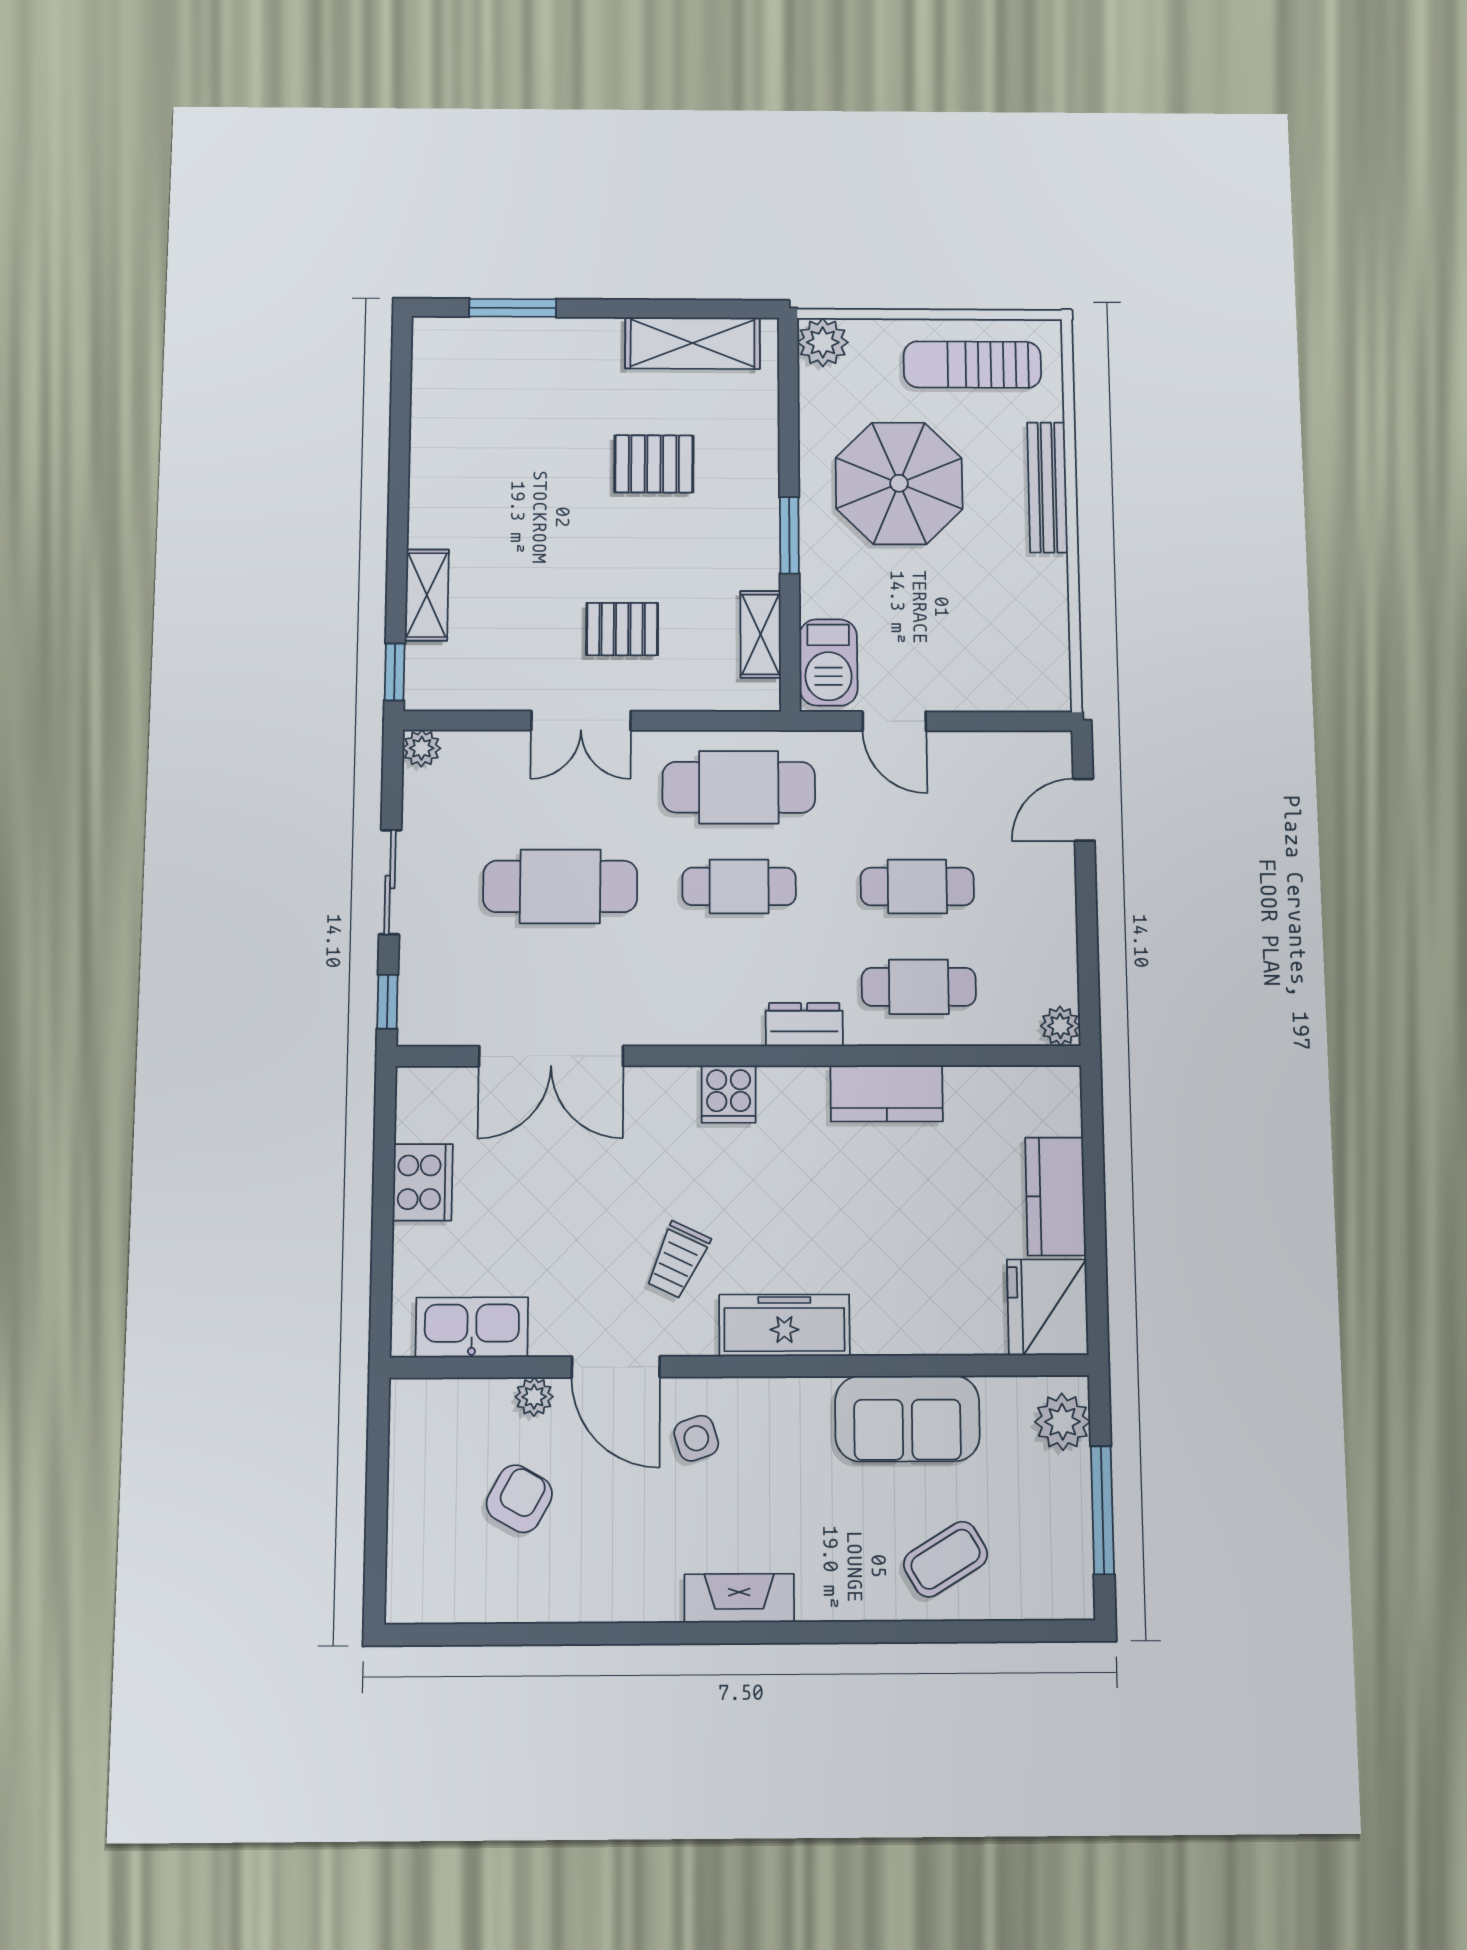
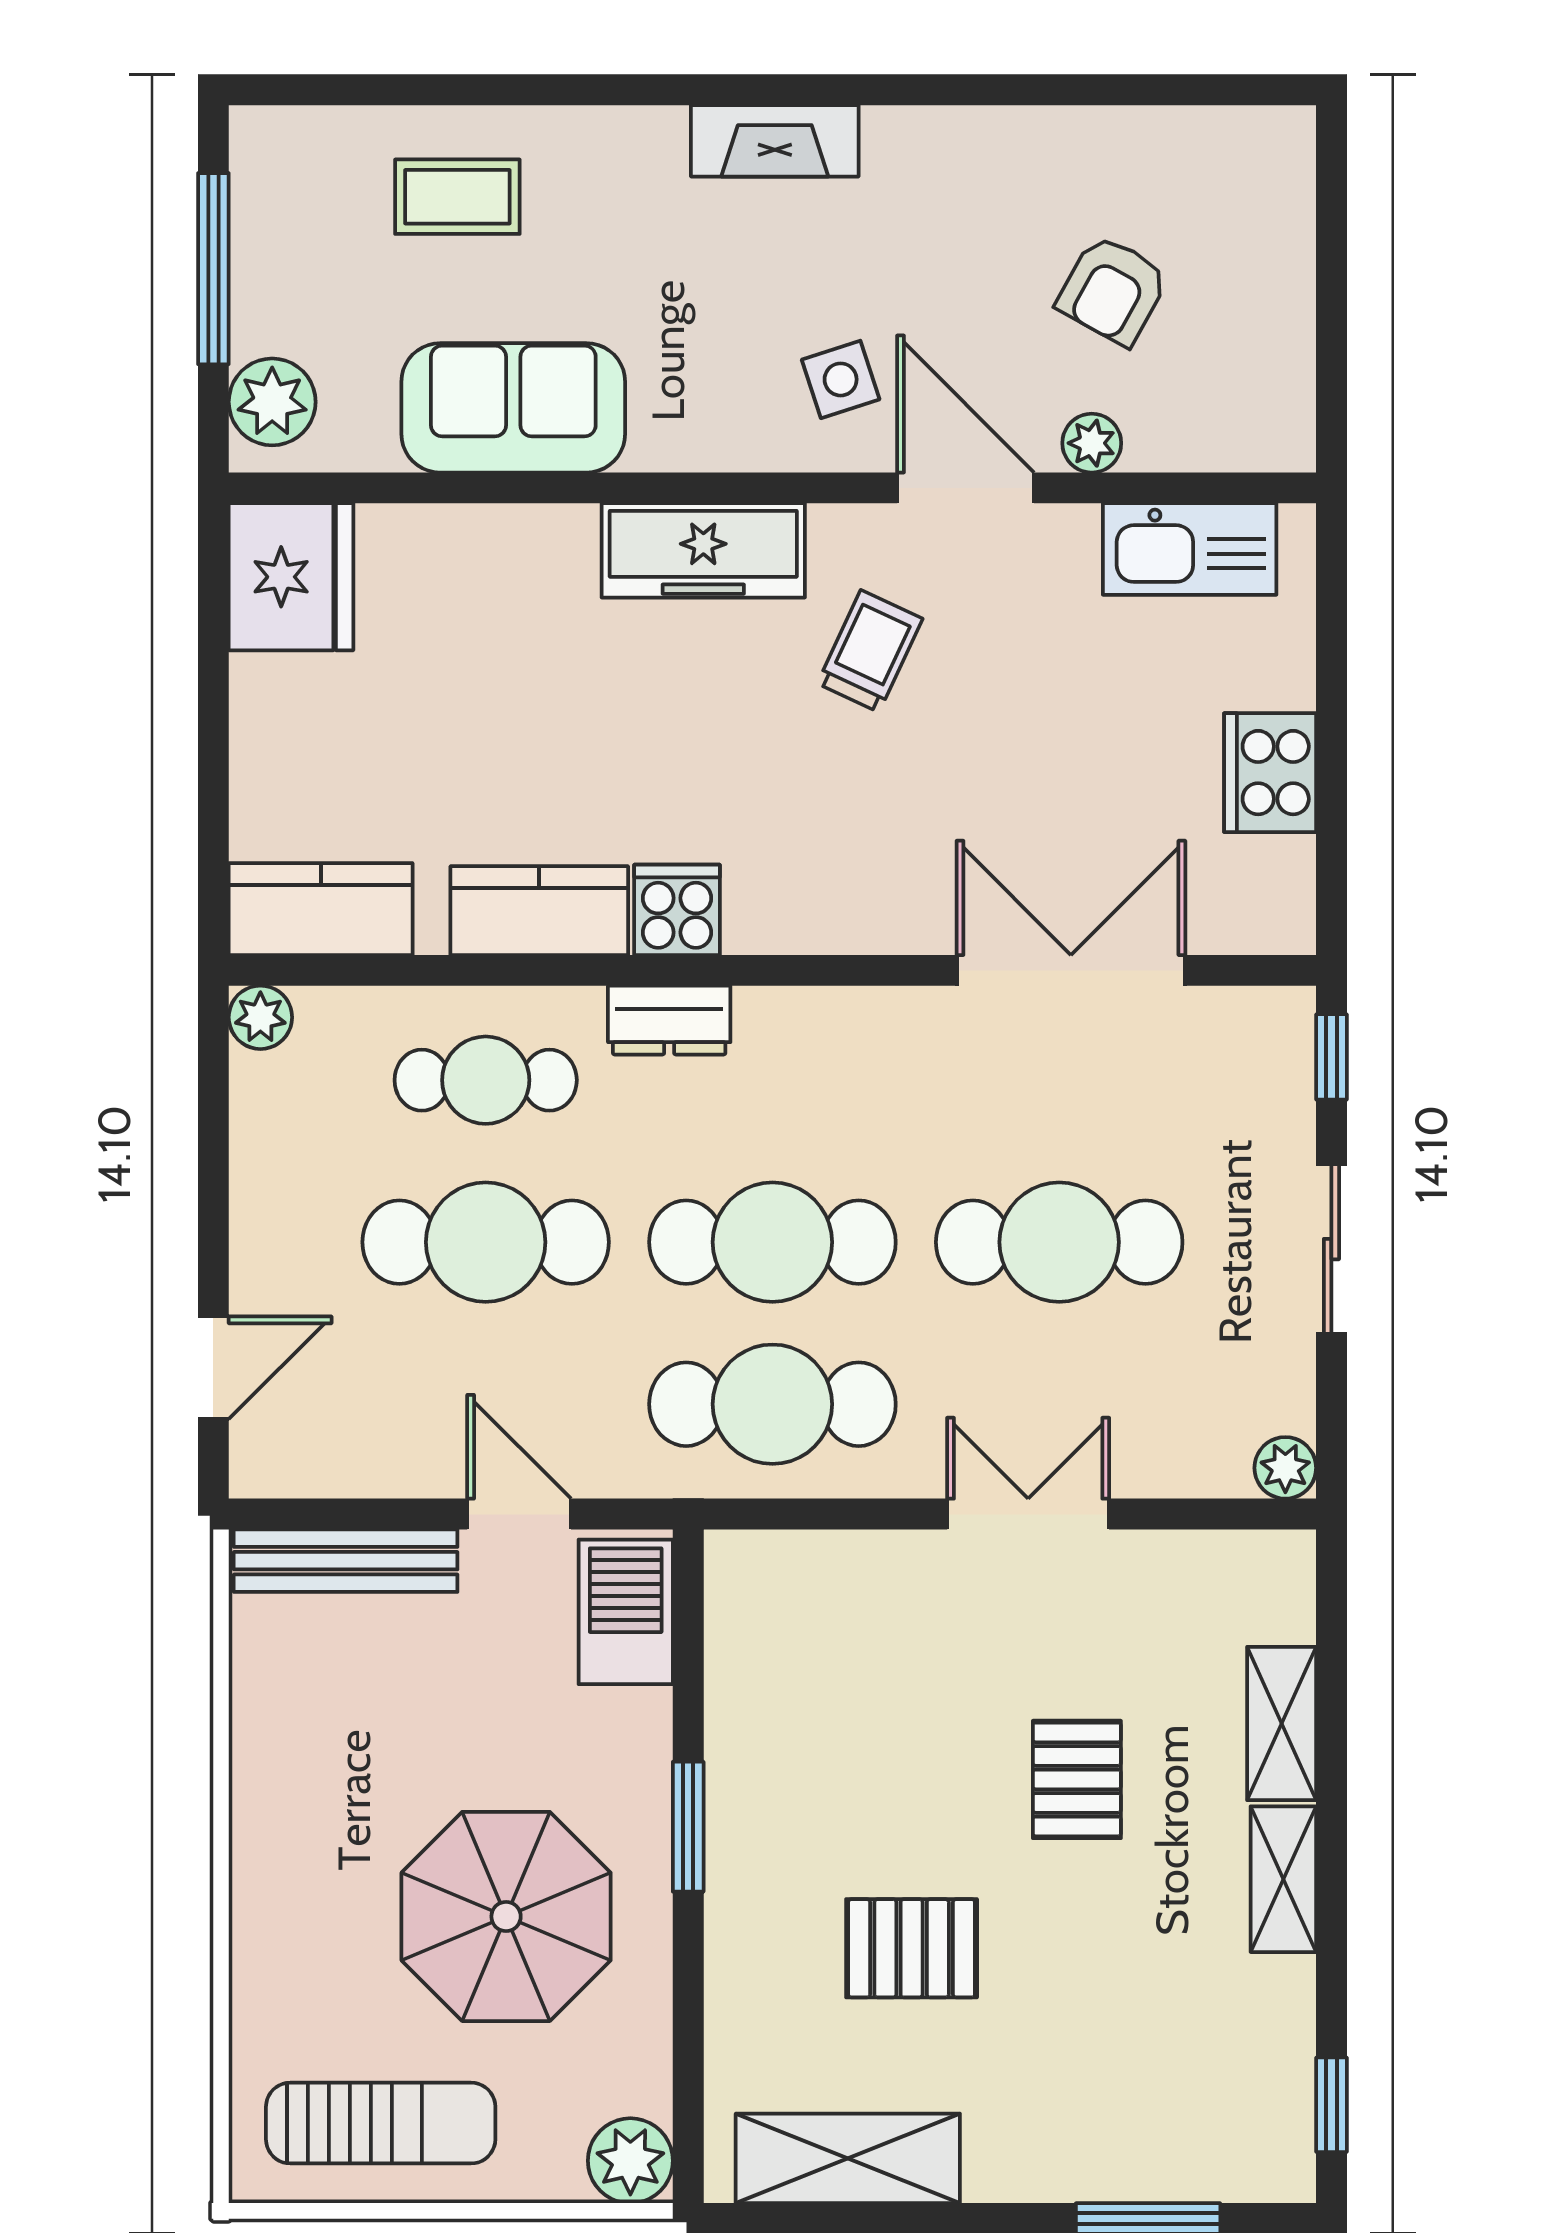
bench: (1047, 487) -> (346, 1561), moved, turned 90
pallet: (622, 629) -> (1077, 1779), moved, turned 90
shelving: (761, 634) -> (1283, 1879), moved
window: (395, 672) -> (1331, 2105), moved
cafe table: (739, 886) -> (772, 1242), width x1.37, depth x1.35
cafe table: (917, 886) -> (486, 1242), width x1.37, depth x1.35
cooker: (729, 1094) -> (677, 910), moved
kitchen counter: (1055, 1196) -> (321, 909), moved, turned -90
coffee table: (946, 1559) -> (457, 197), turned 31

